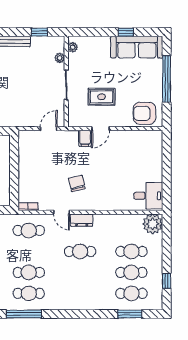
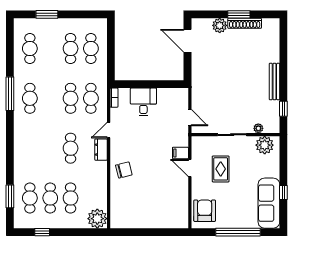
plant: (73, 47) -> (265, 145), width x1.88, depth x1.88
chair: (77, 183) -> (124, 170), moved
desk: (148, 196) -> (143, 102), moved, turned 180
cafe table: (29, 272) -> (71, 98), moved

